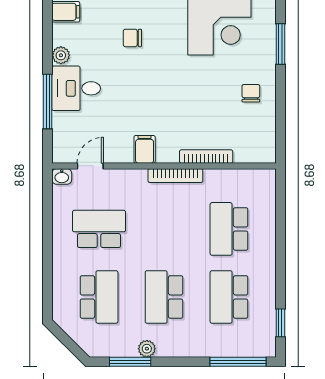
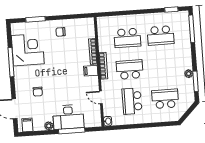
desk: (76, 88) -> (68, 117), width x1.37
filing cabinet: (145, 149) -> (91, 71), moved
door: (90, 166) -> (101, 97), moved
school desk: (164, 297) -> (130, 69), moved, turned 180

